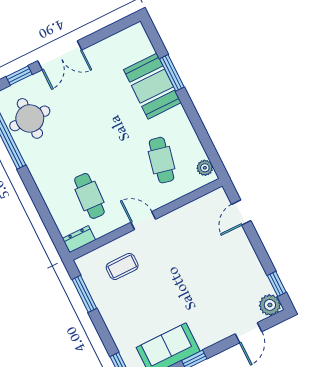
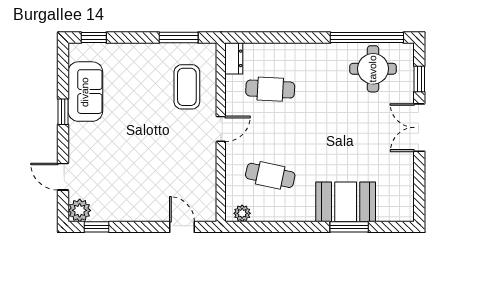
coffee table: (122, 266) -> (187, 87), width x1.36, depth x1.30

